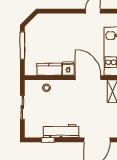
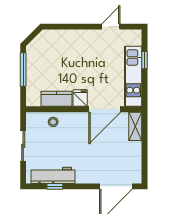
door: (88, 78) -> (105, 109), swing flipped
workbench: (61, 131) -> (53, 175), moved

